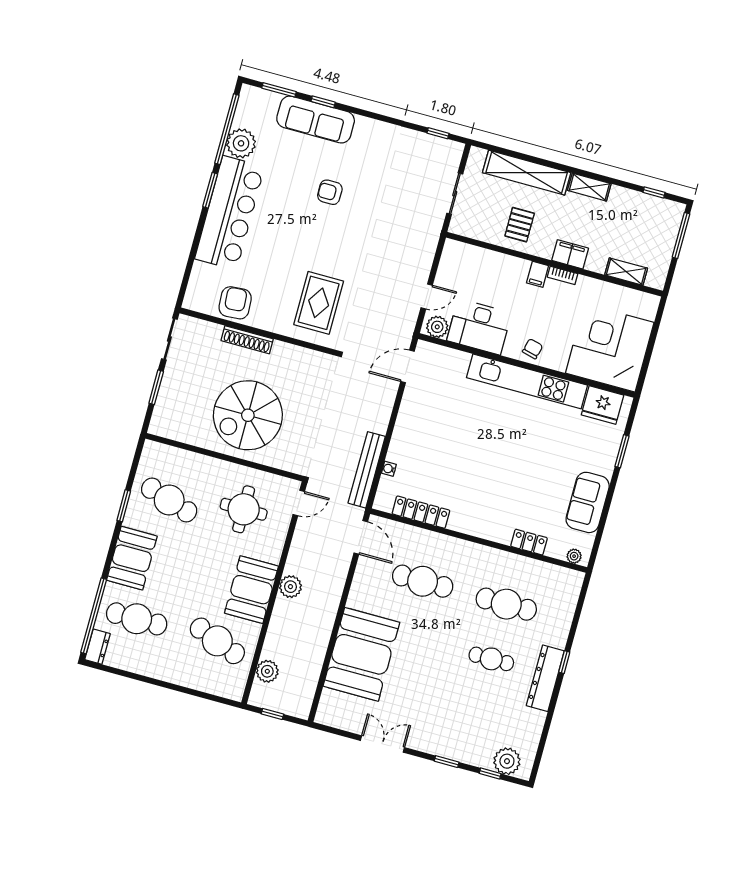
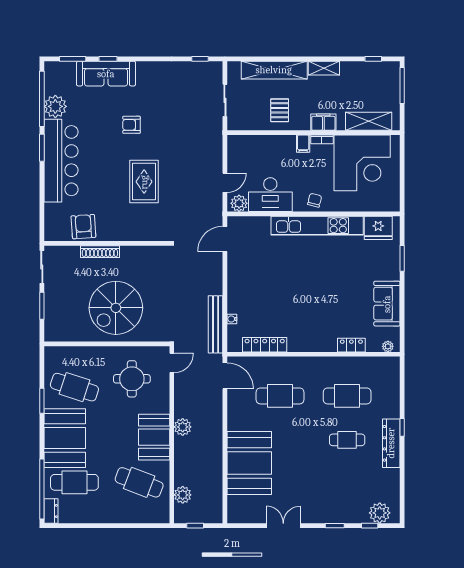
shelving: (626, 272) -> (369, 121), width x1.50, depth x1.33
rug: (319, 303) -> (144, 182), moved
corner desk: (610, 348) -> (362, 163), moved, turned 180
booth: (132, 558) -> (65, 438), width x1.36, depth x1.42

